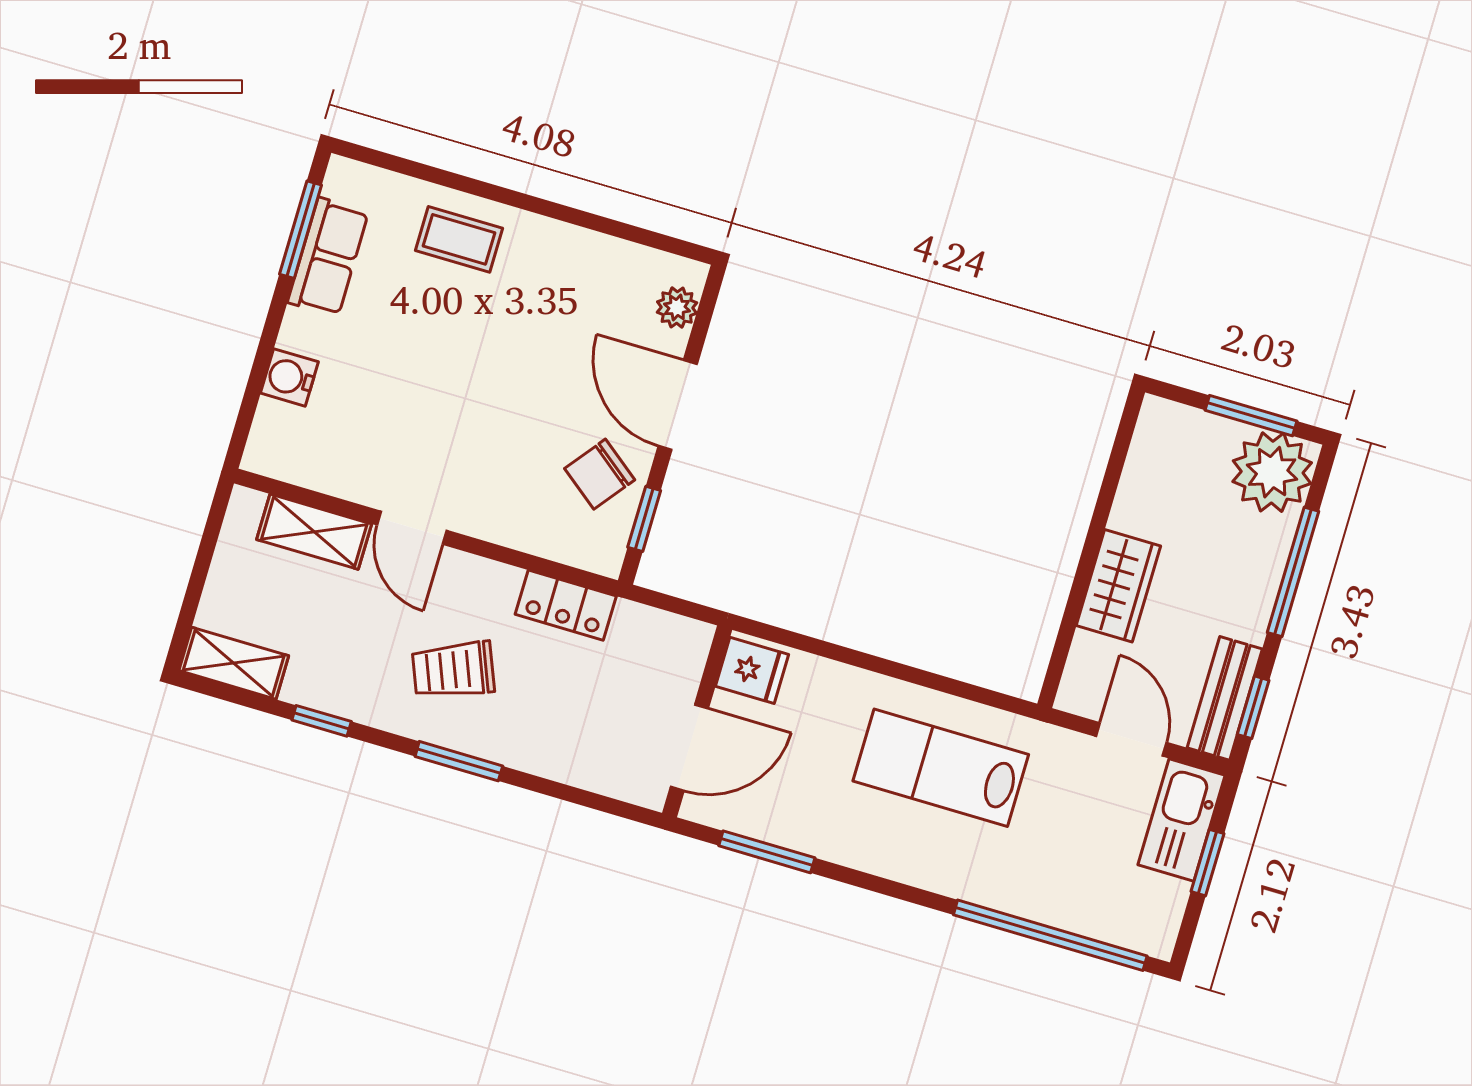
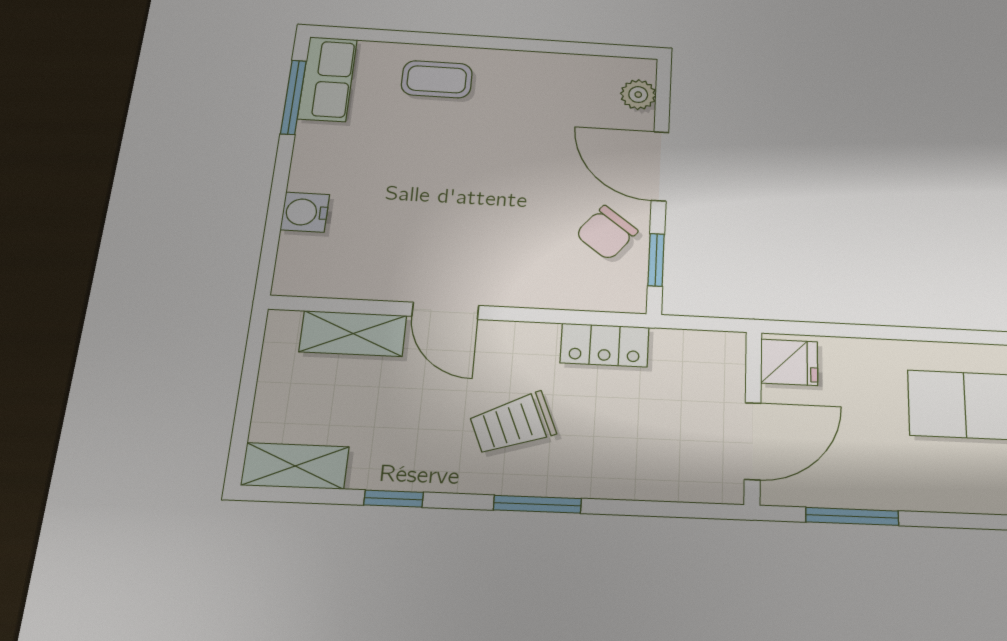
row of seats: (328, 257) -> (328, 79), moved

